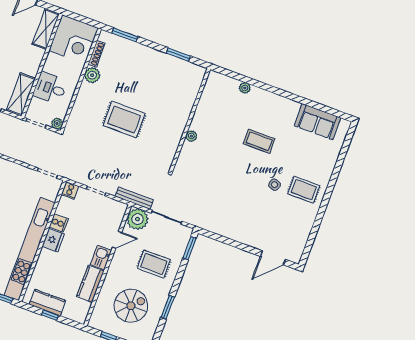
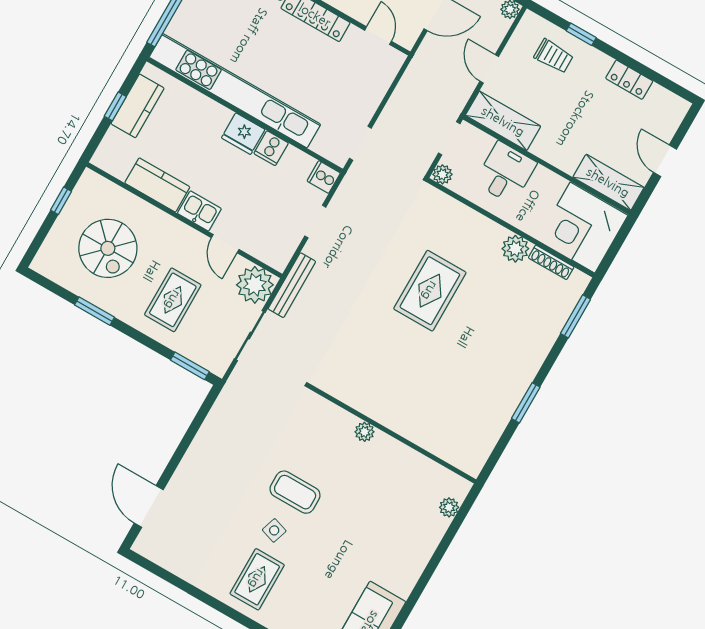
wall: (190, 120) -> (392, 434), moved
plant: (191, 136) -> (365, 432), moved
coffee table: (259, 141) -> (295, 492), moved, turned 90

